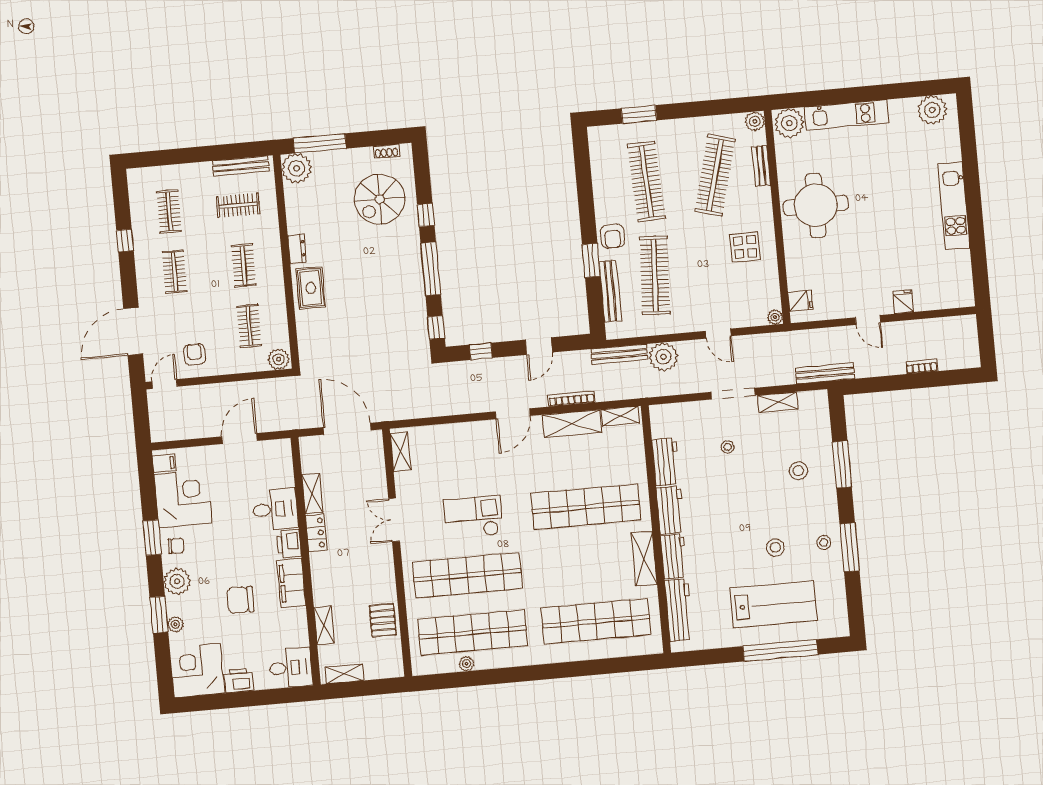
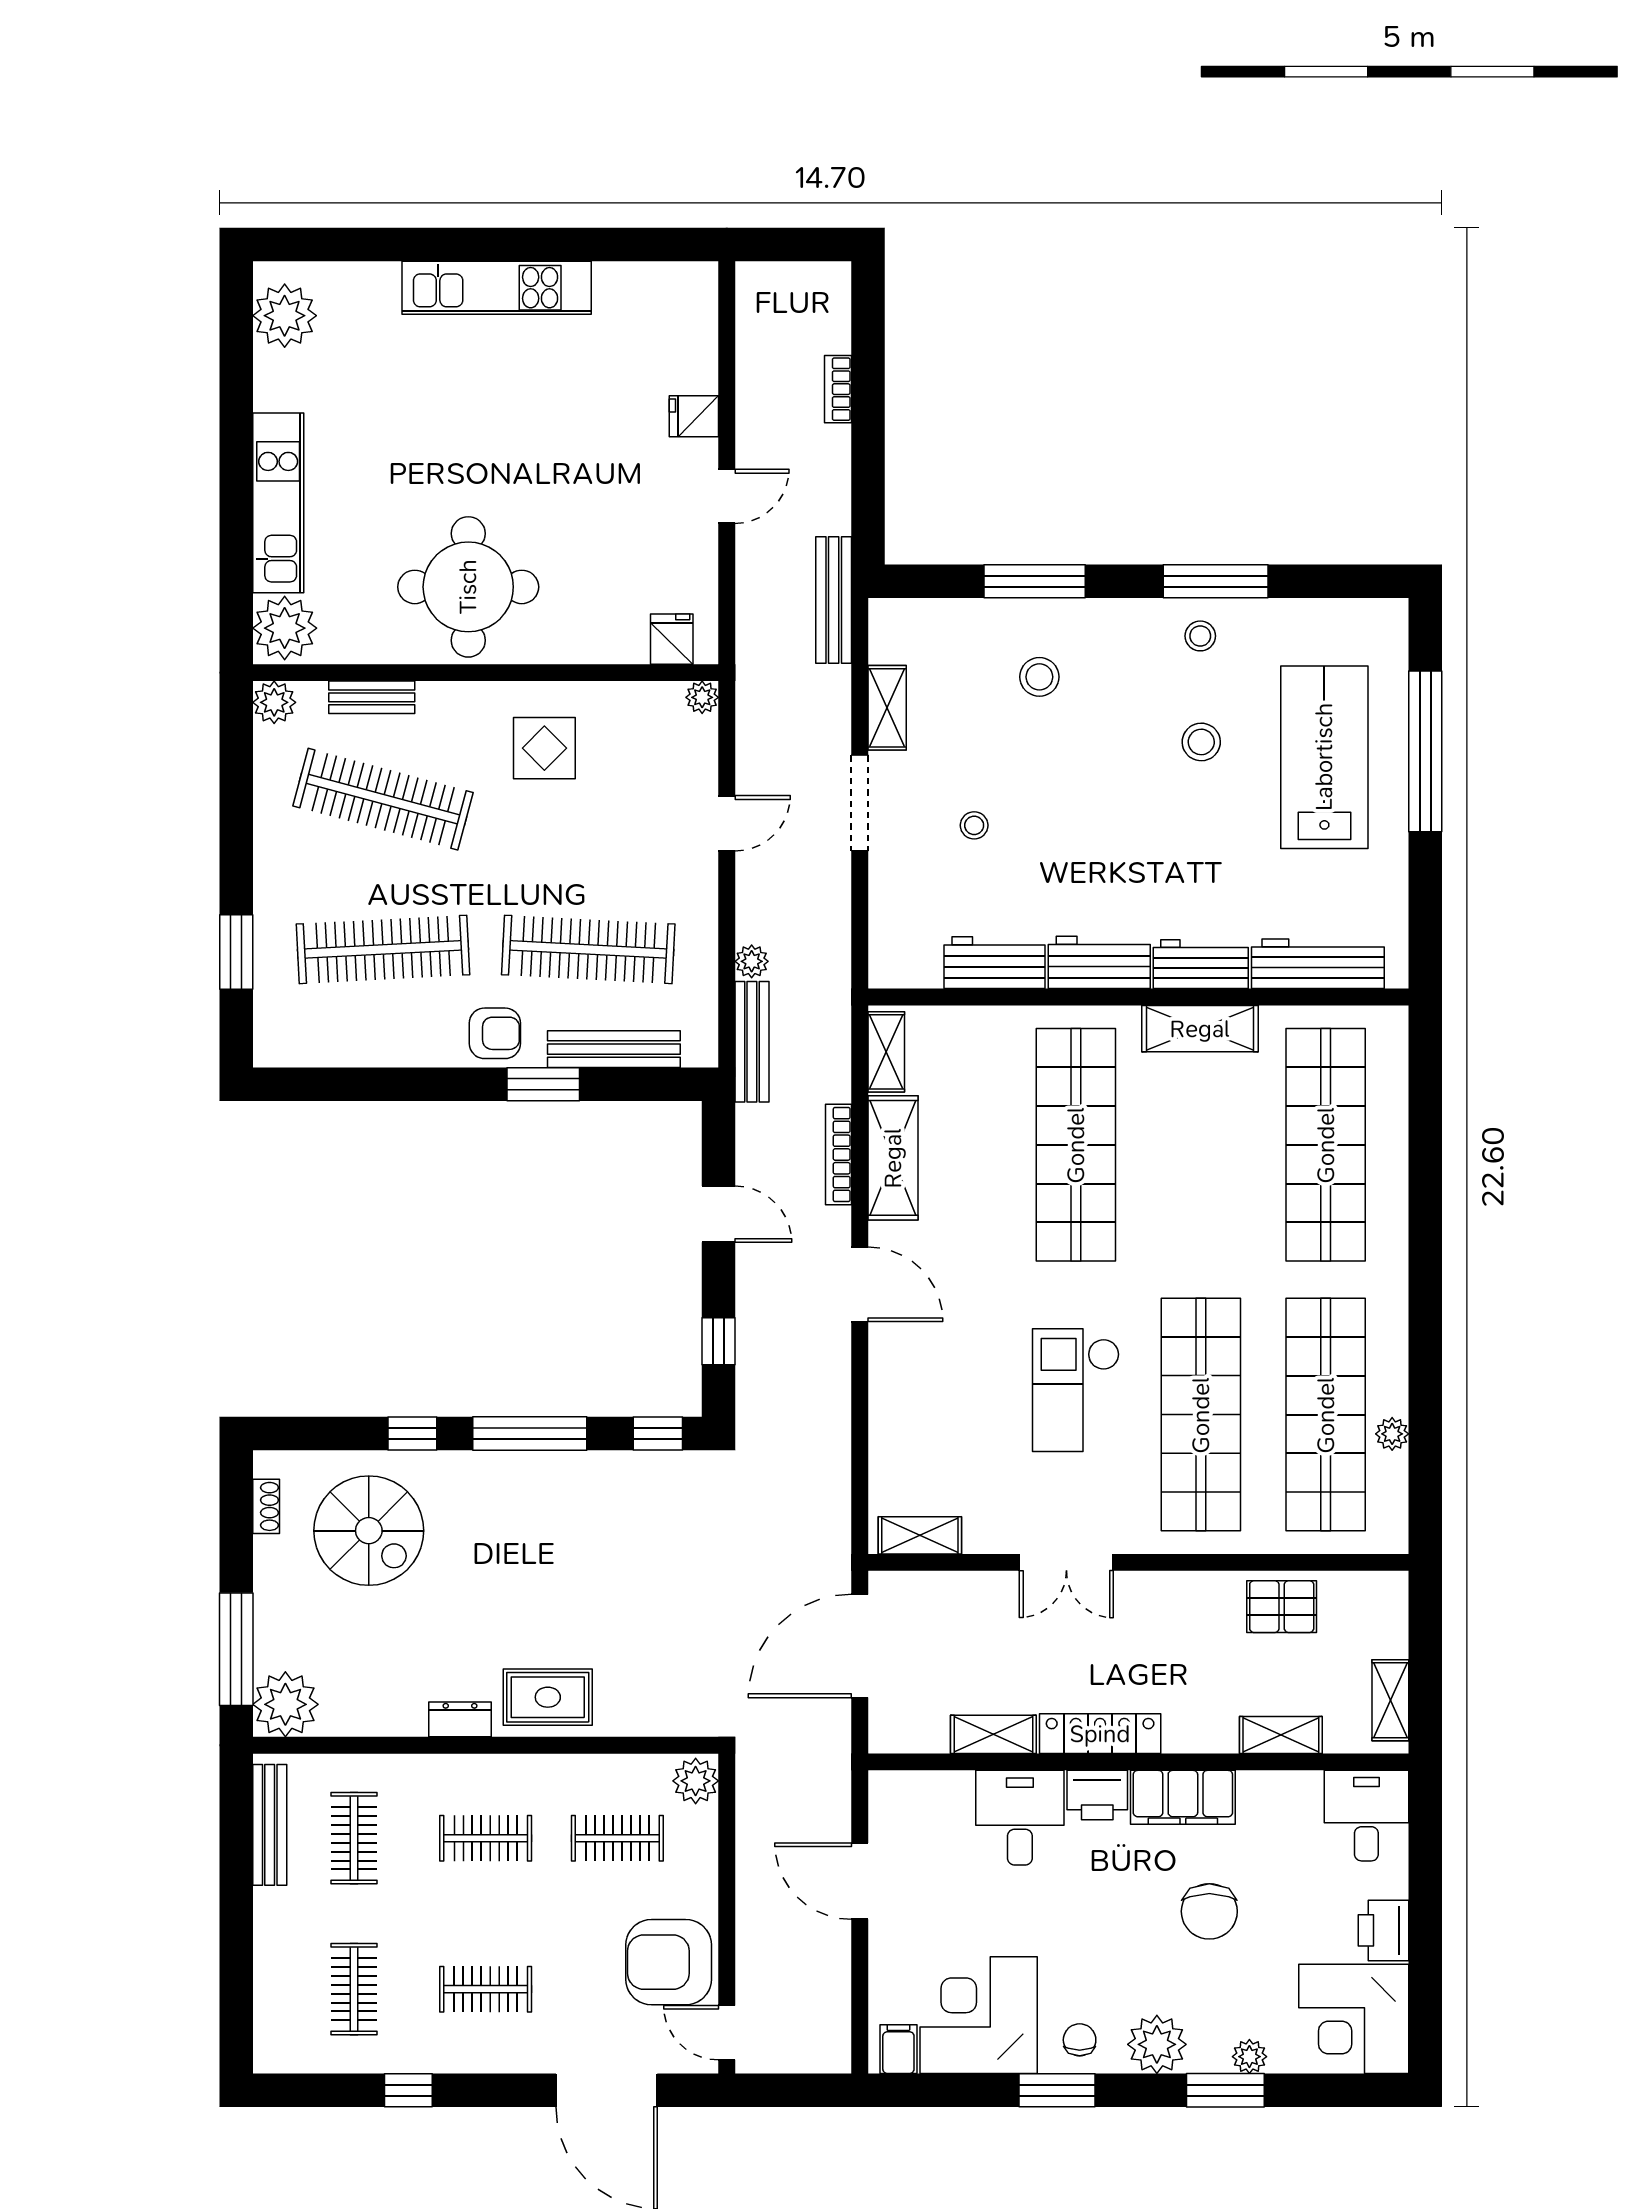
clothes rail: (169, 211) -> (354, 1989), turned 90
armchair: (194, 354) -> (669, 1962), width x1.88, depth x1.88
plant: (663, 357) -> (752, 961), width x0.53, depth x0.53
locker: (316, 533) -> (1100, 1734), width x1.53

